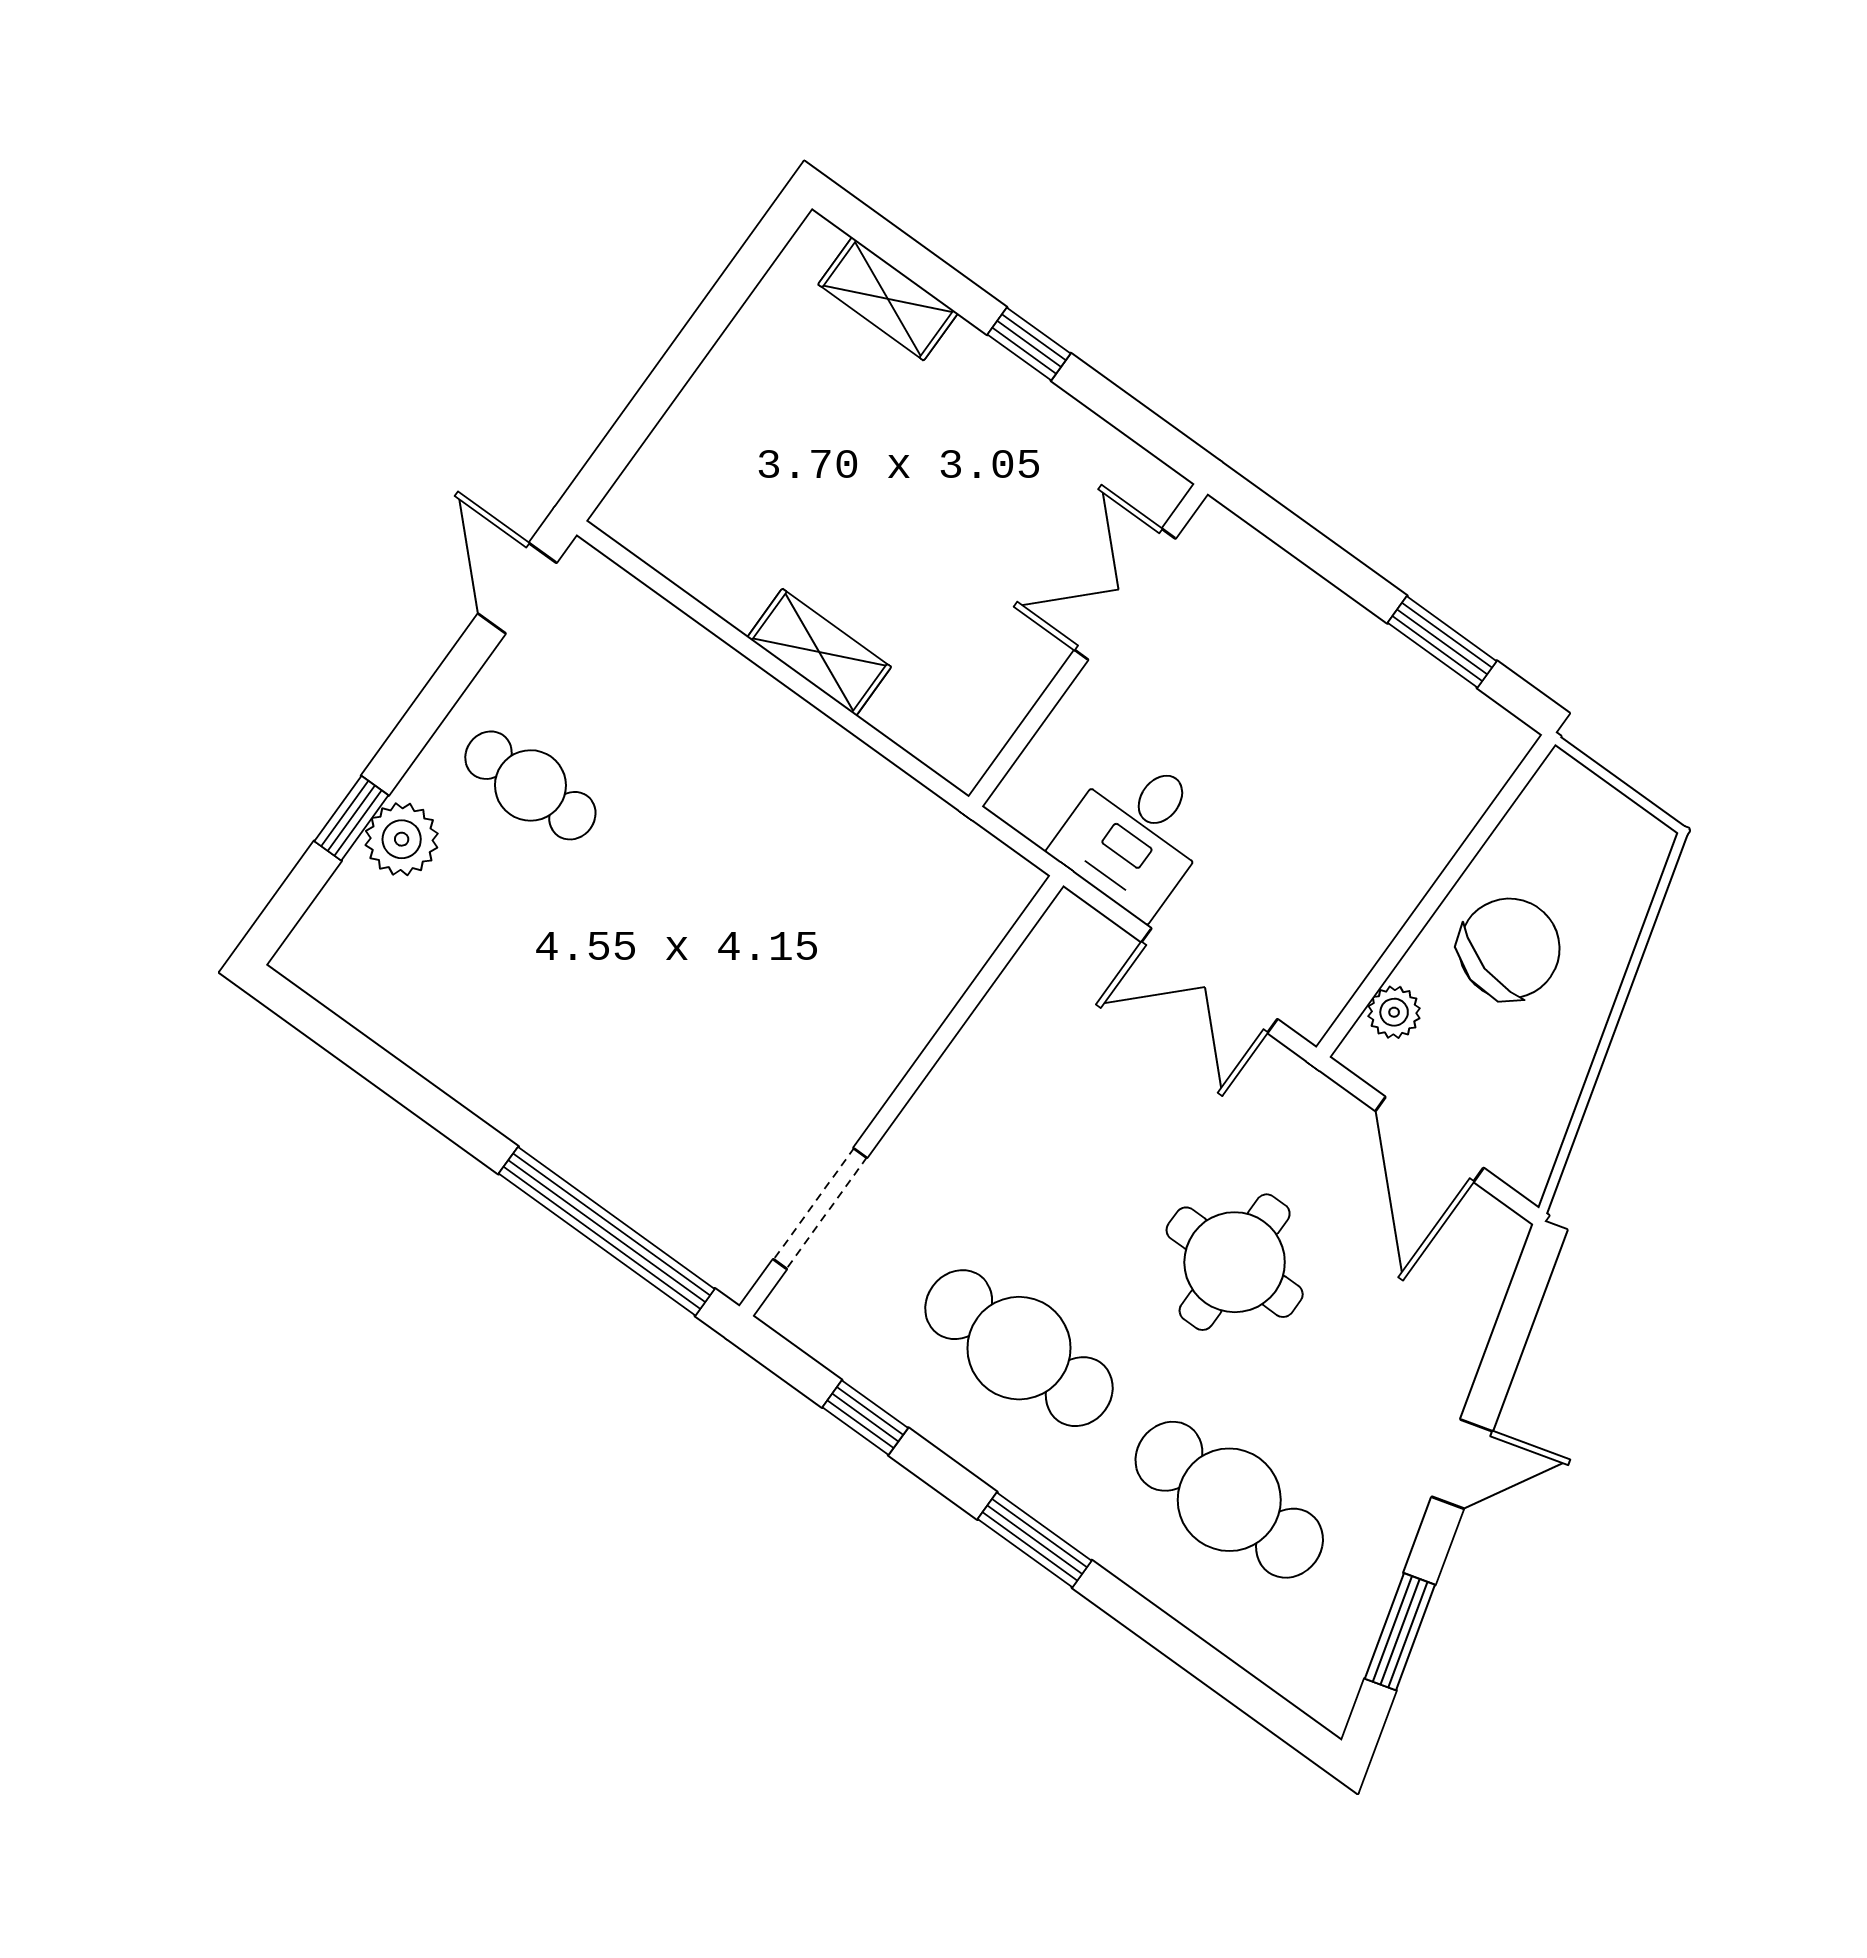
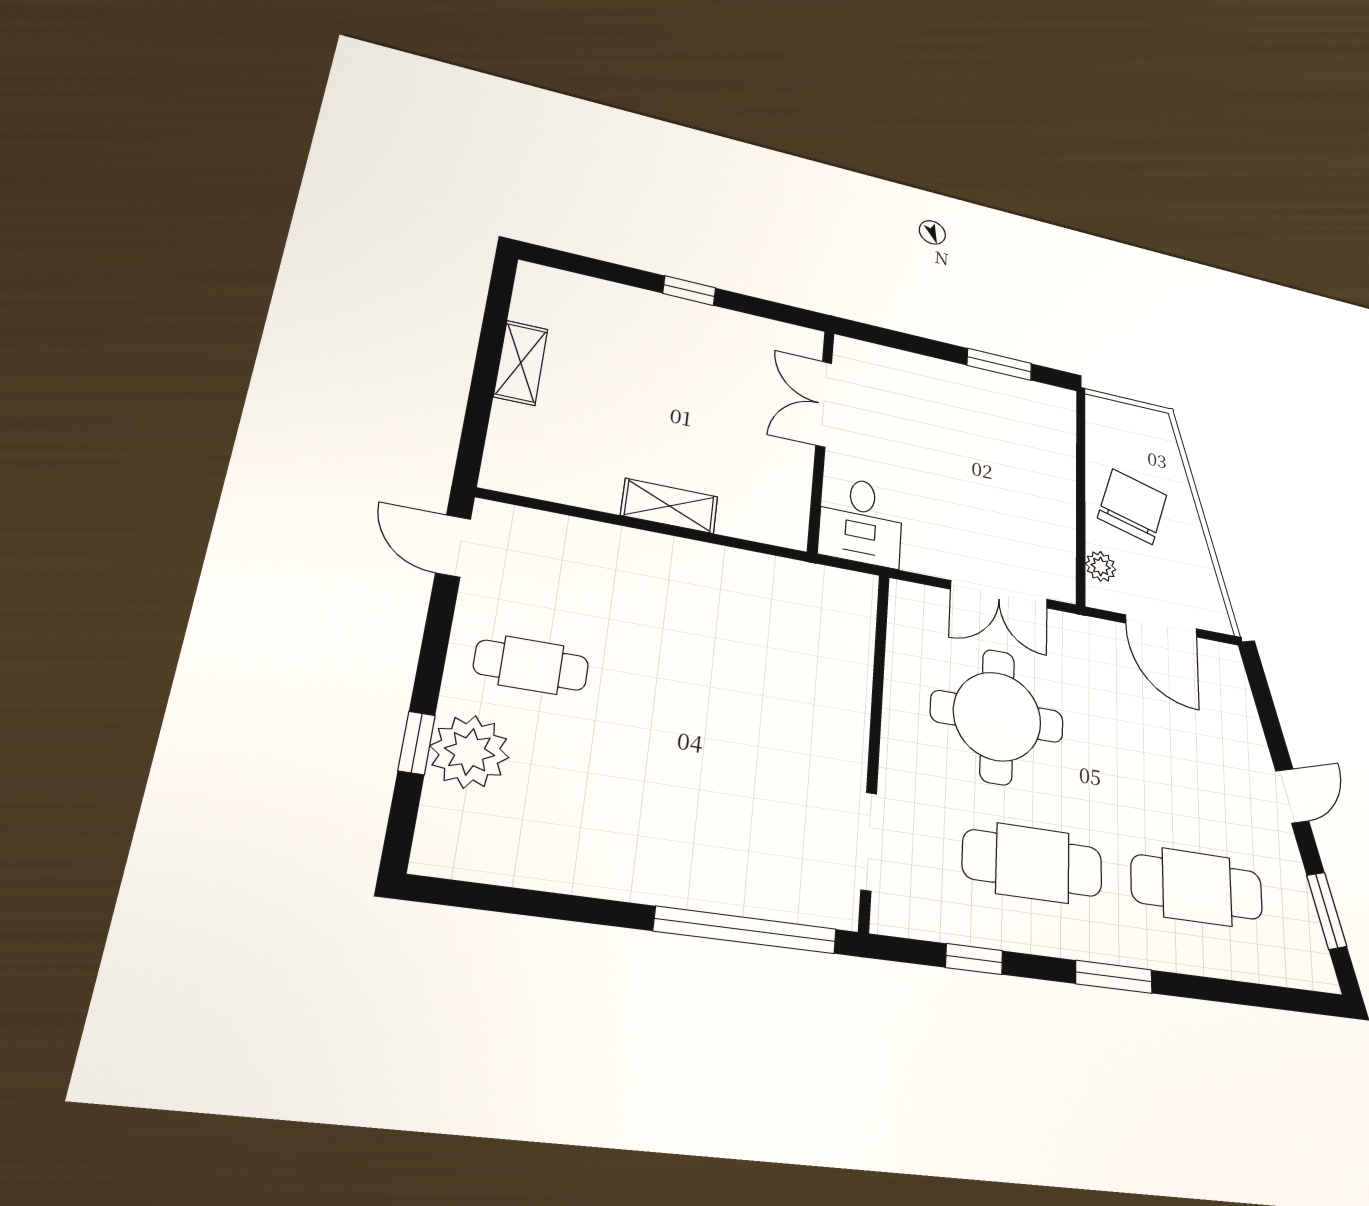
shelving: (888, 299) -> (521, 363), moved, turned 90
desk: (1136, 834) -> (861, 521), moved
plant: (402, 839) -> (470, 752), width x1.36, depth x1.36
round table: (1235, 1262) -> (997, 716), moved, width x1.36, depth x1.36

